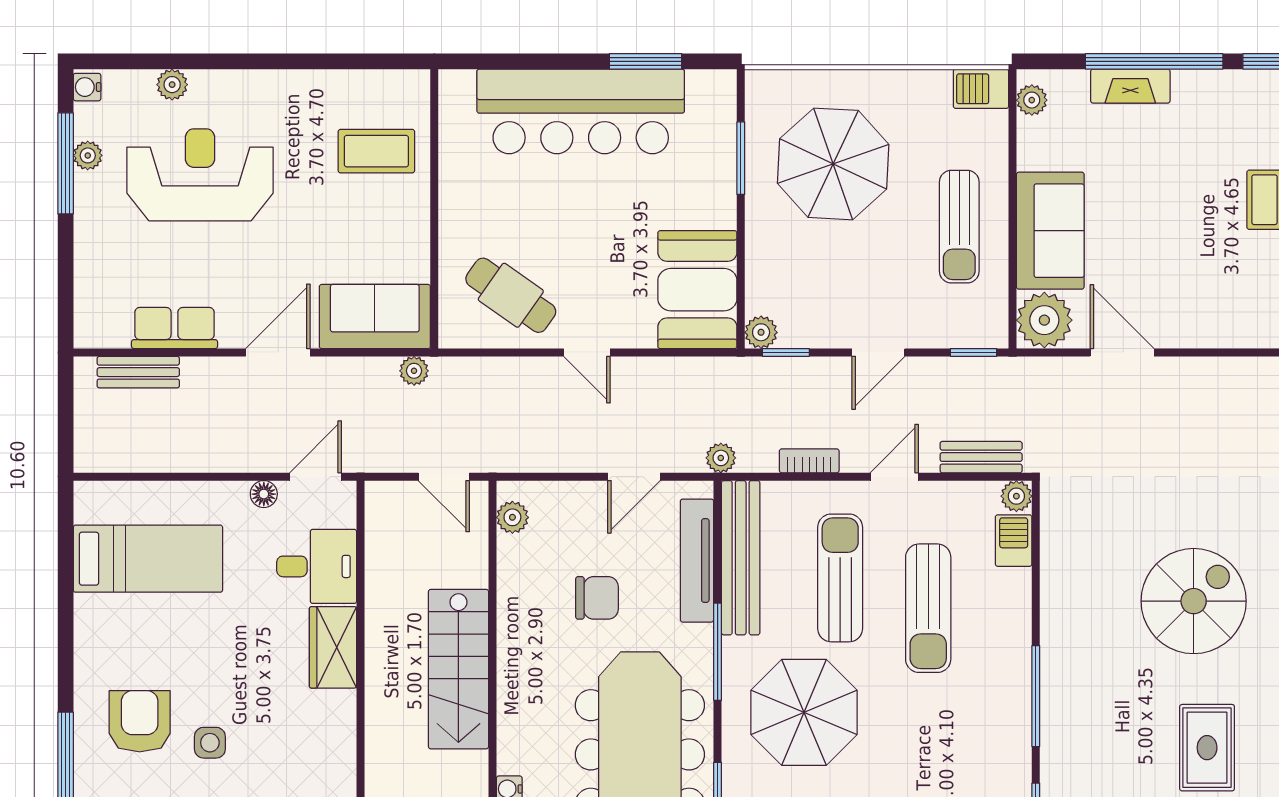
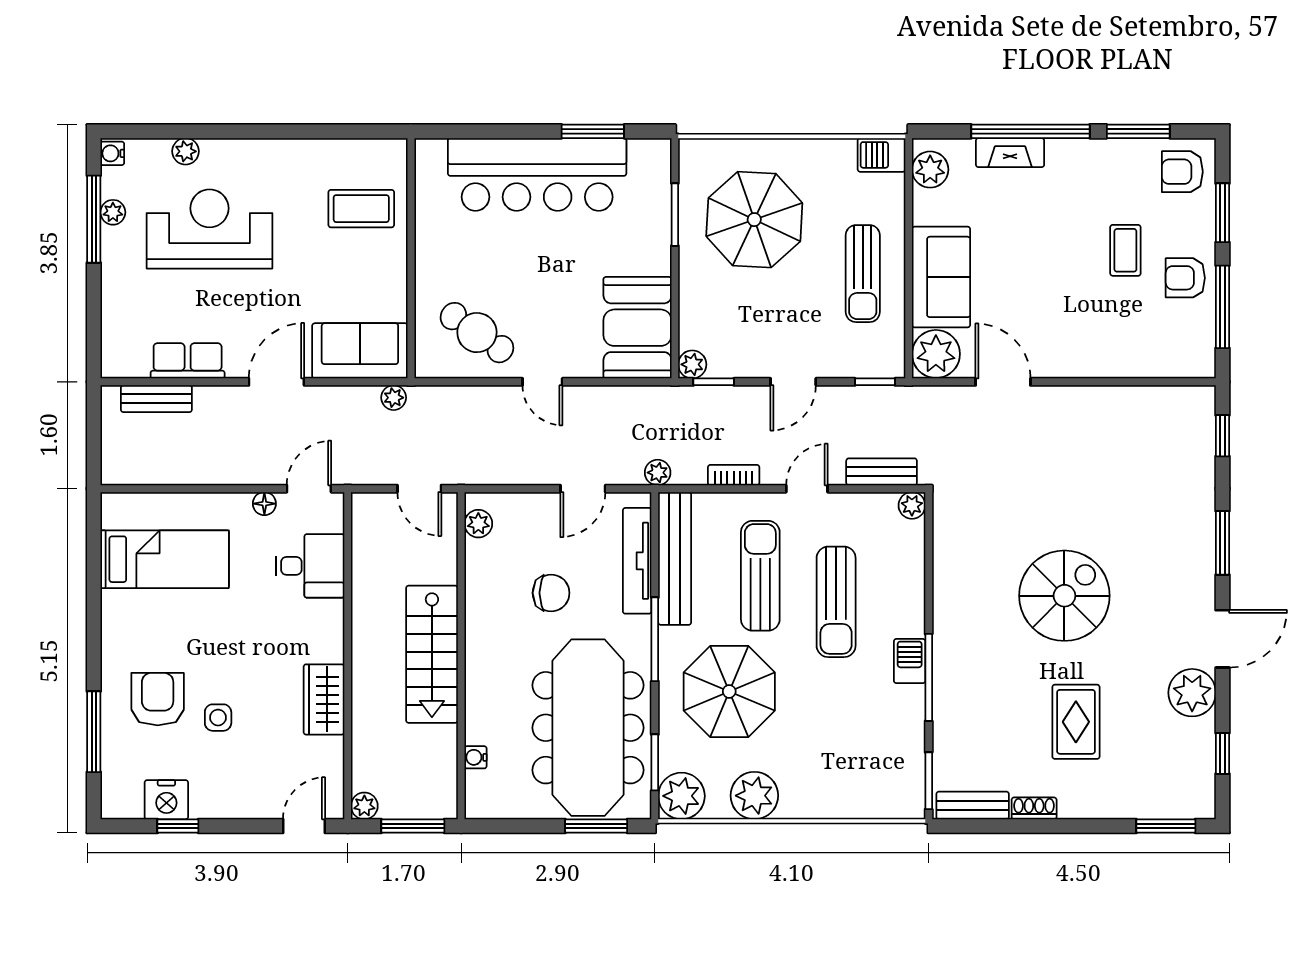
plant: (1032, 100) -> (930, 170), width x1.38, depth x1.38
barbecue: (1014, 541) -> (910, 661), moved
wardrobe: (333, 647) -> (324, 699), moved

